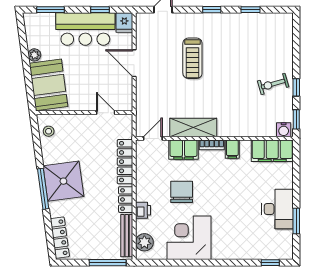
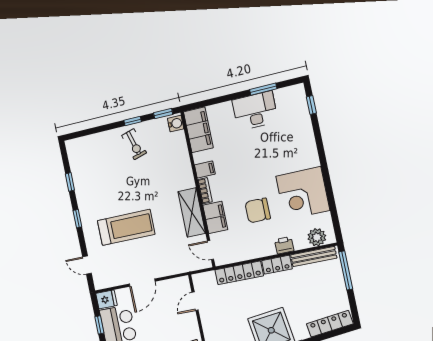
treadmill: (192, 58) -> (126, 227), width x1.37, depth x1.38

